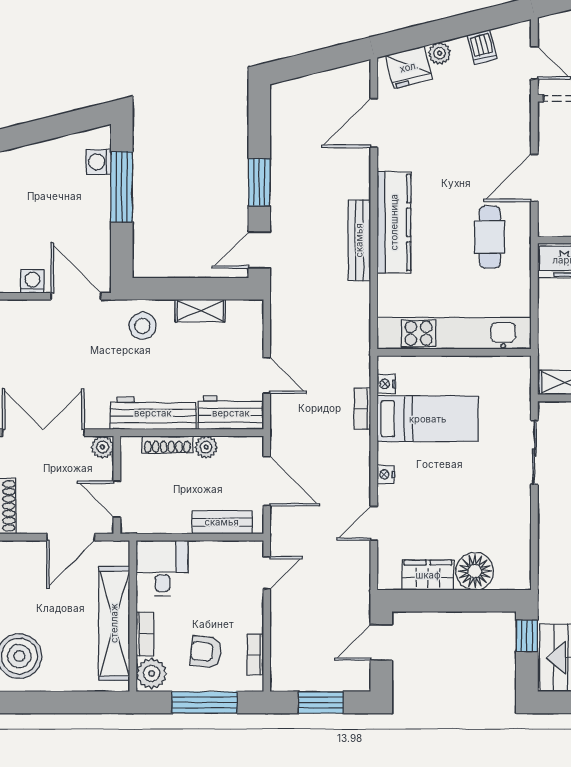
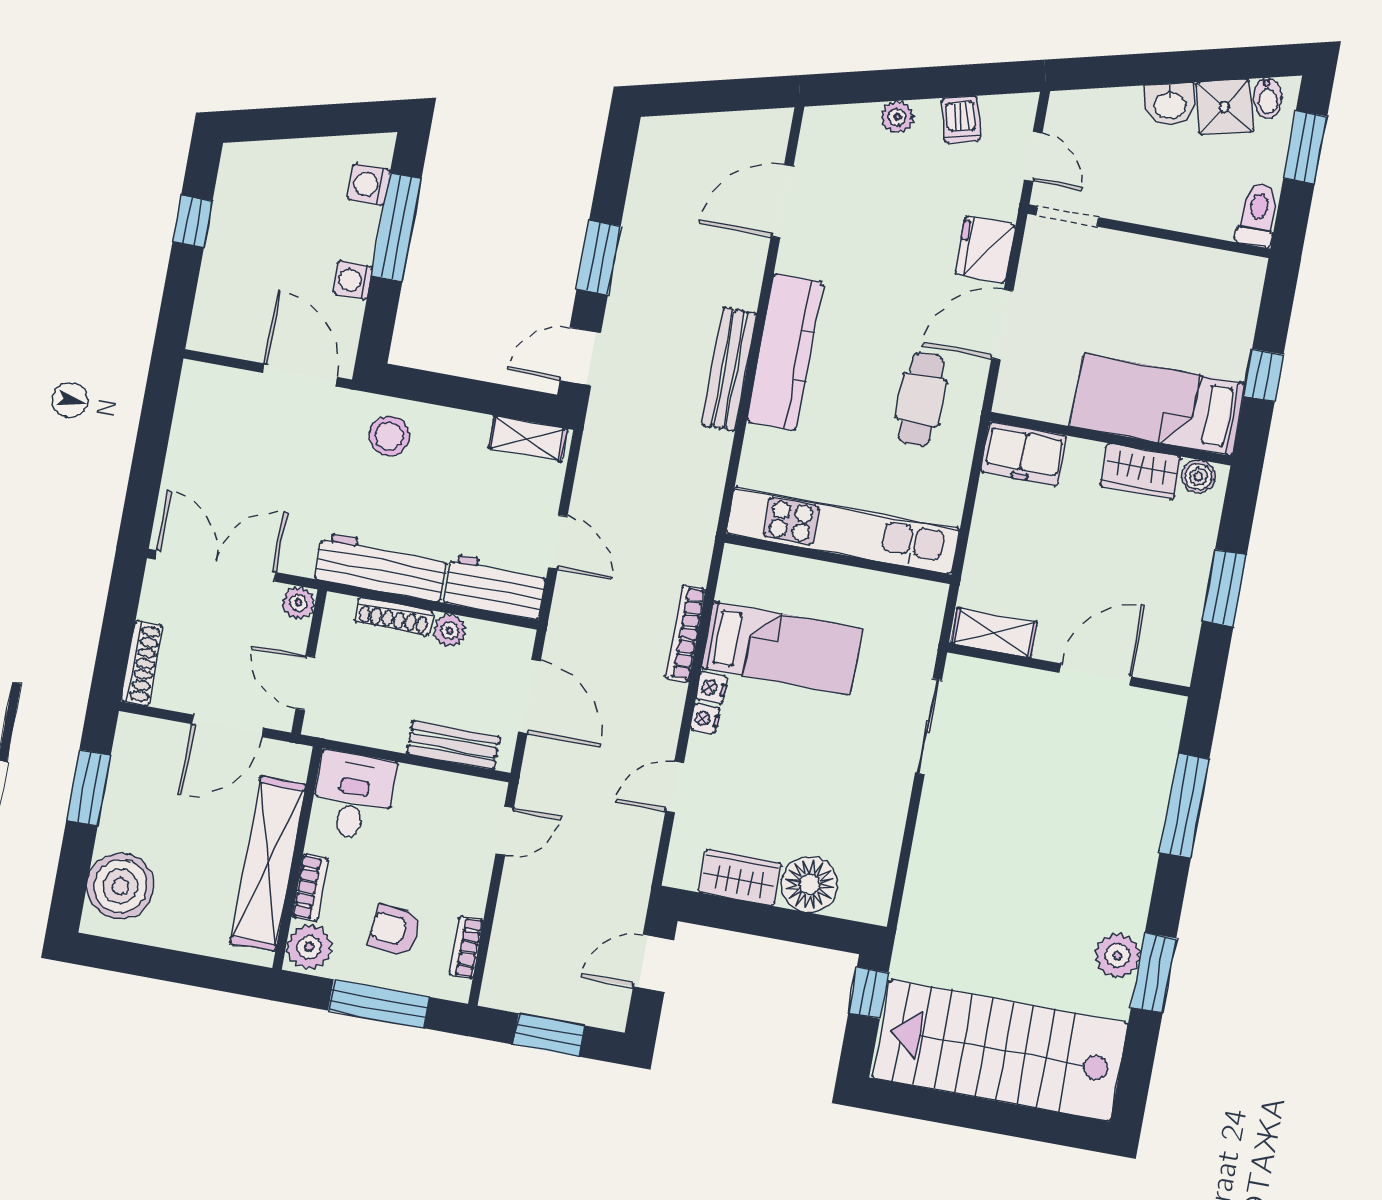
fridge: (409, 67) -> (985, 249), moved, turned 104
washing machine: (33, 281) -> (353, 280), moved, turned -90
shelving: (200, 311) -> (528, 439), moved
nightstand: (386, 384) -> (712, 688), moved
bookcase: (362, 409) -> (685, 633), width x1.56

